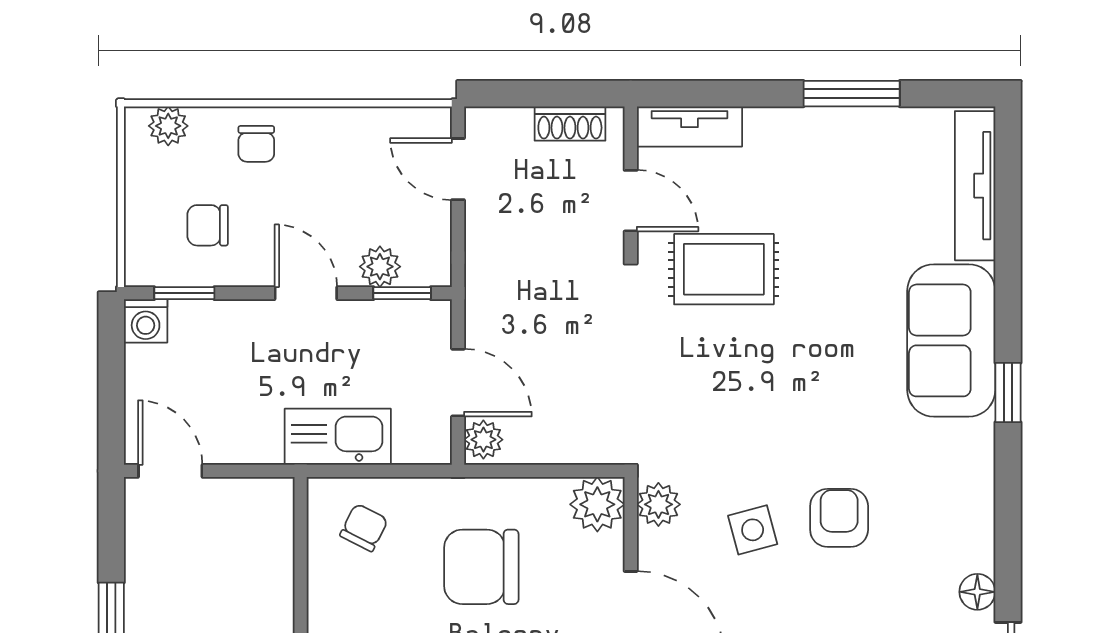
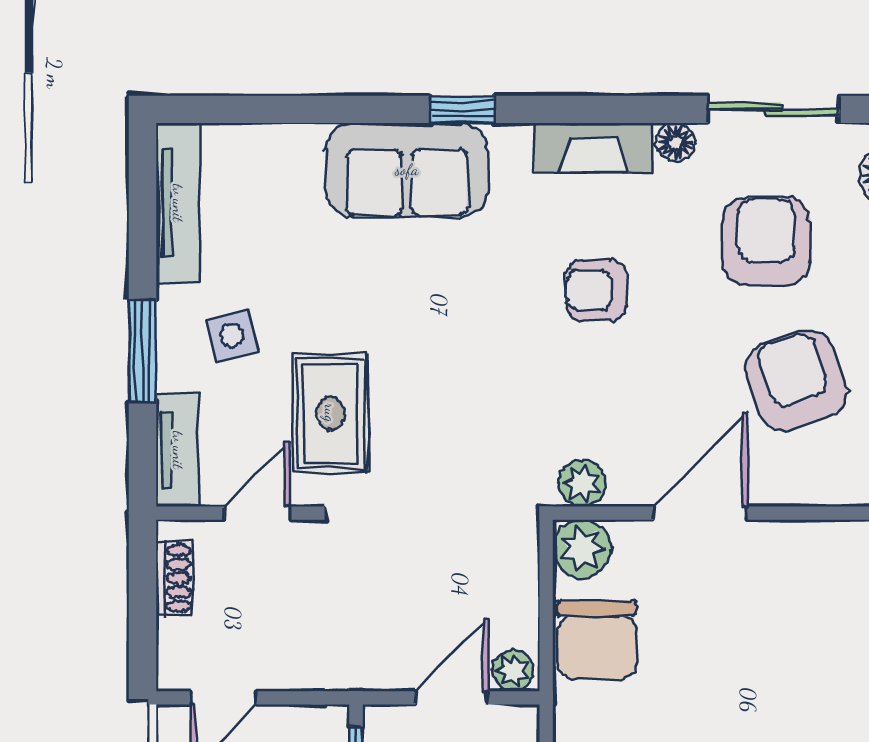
window: (852, 94) -> (142, 351), moved
tv unit: (975, 186) -> (178, 203), moved, turned -90
fireplace: (972, 515) -> (594, 148), added
side table: (753, 530) -> (232, 336), moved
chair: (481, 567) -> (597, 640), moved

